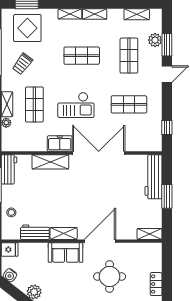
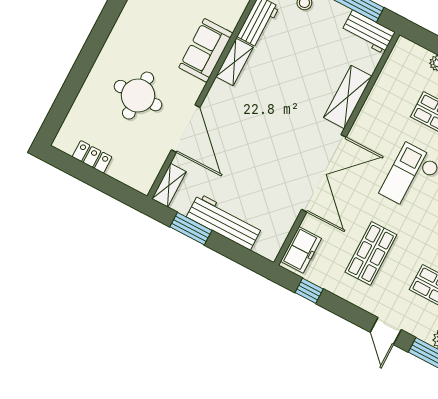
freezer: (60, 144) -> (301, 250), moved
workbench: (154, 177) -> (224, 222), moved
window: (167, 196) -> (191, 229), moved
door: (100, 241) -> (186, 129), moved

